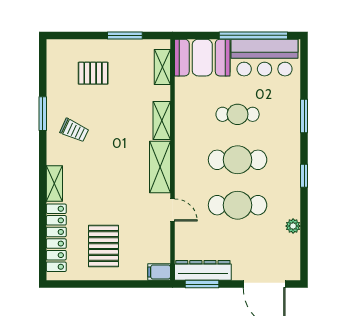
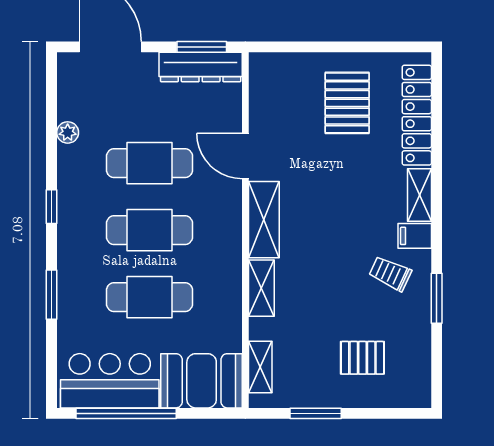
cafe table: (238, 114) -> (150, 297), width x1.37, depth x1.35
door: (173, 210) -> (245, 156), width x1.38
filing cabinet: (159, 272) -> (415, 236), moved, turned 180

